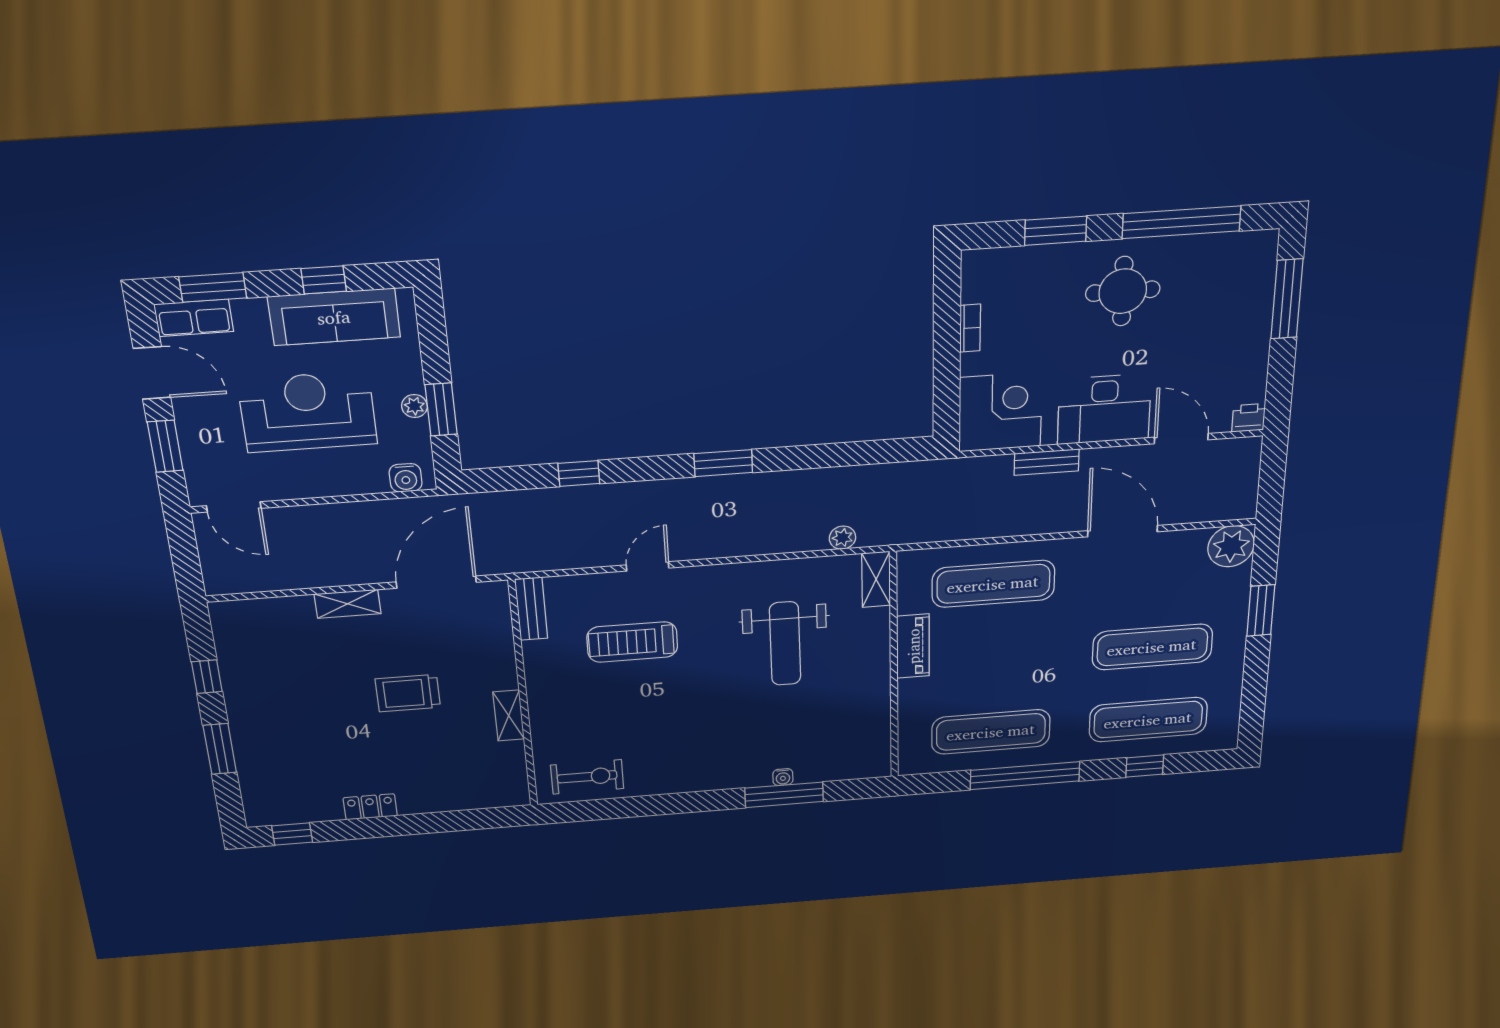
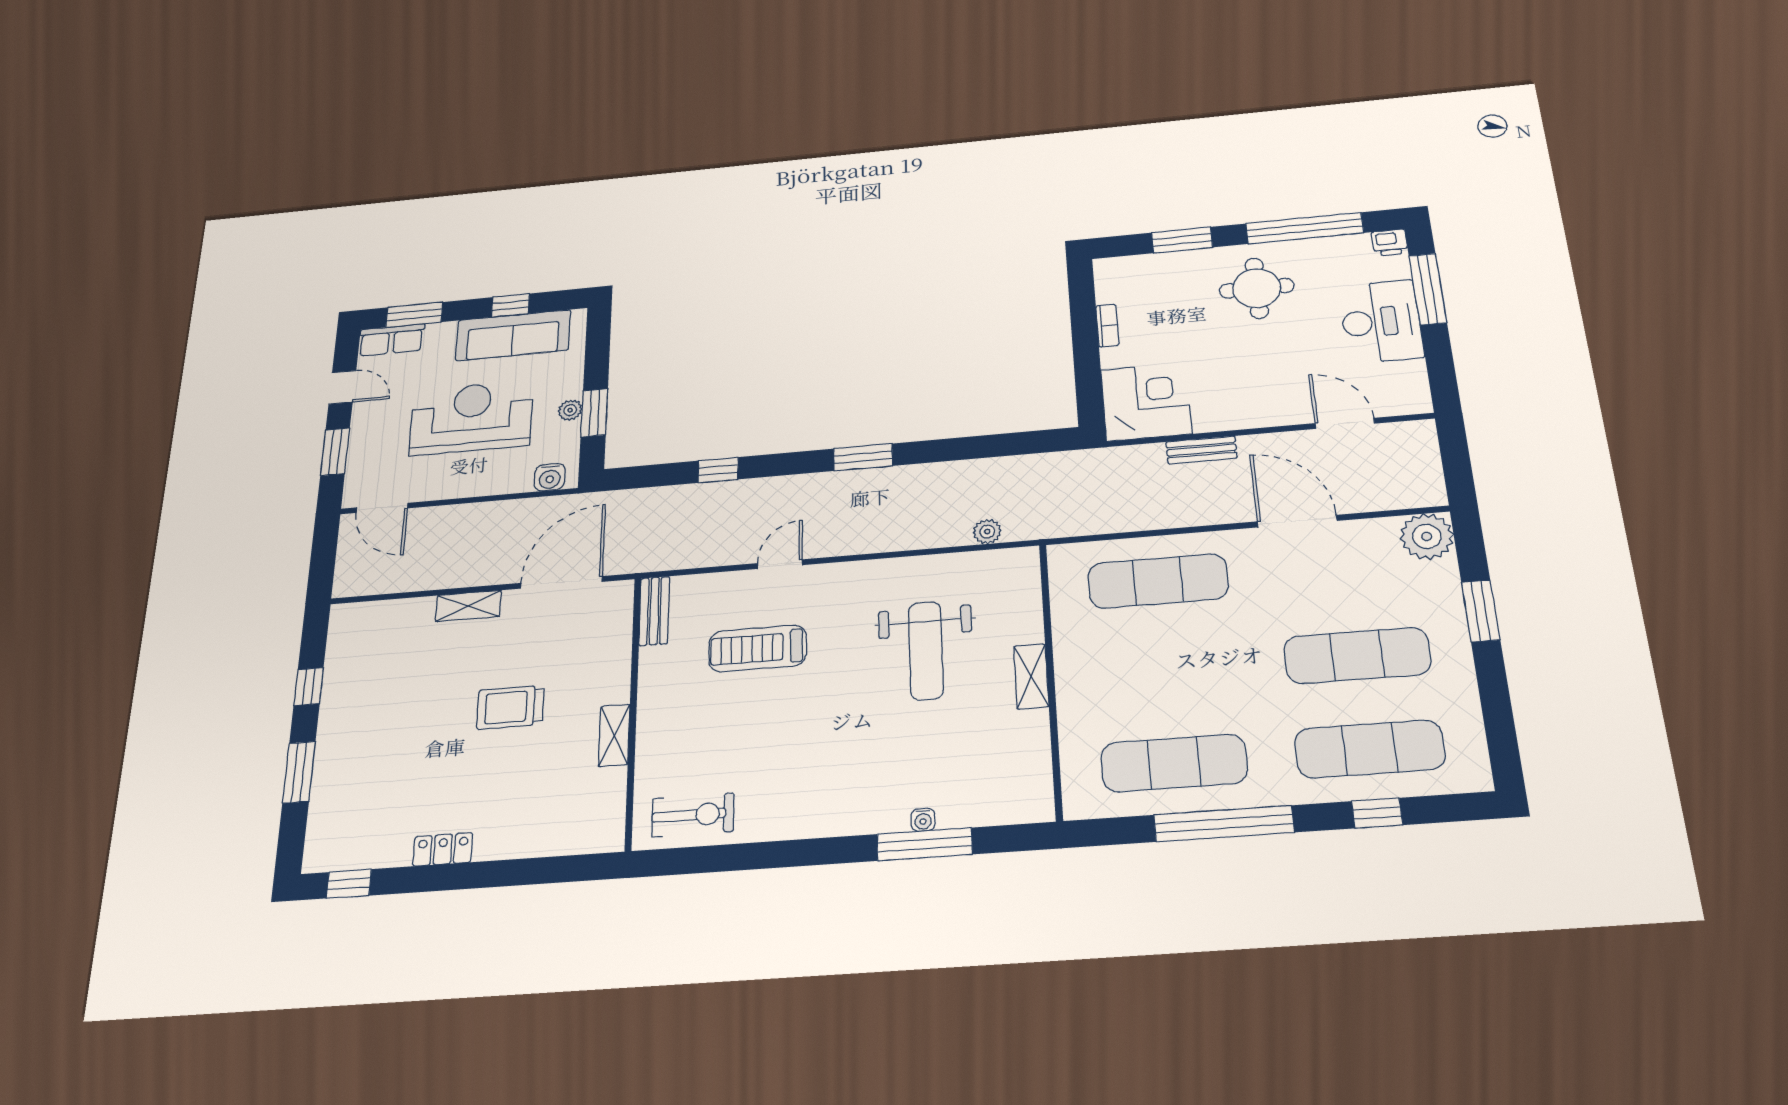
door: (152, 373) -> (342, 387), width x0.73
desk: (1104, 409) -> (1381, 322), moved, turned -90
printer: (1249, 418) -> (1390, 243), moved, turned 180
shelving: (876, 579) -> (1031, 676), moved
piano: (913, 646) -> (1072, 654), removed

